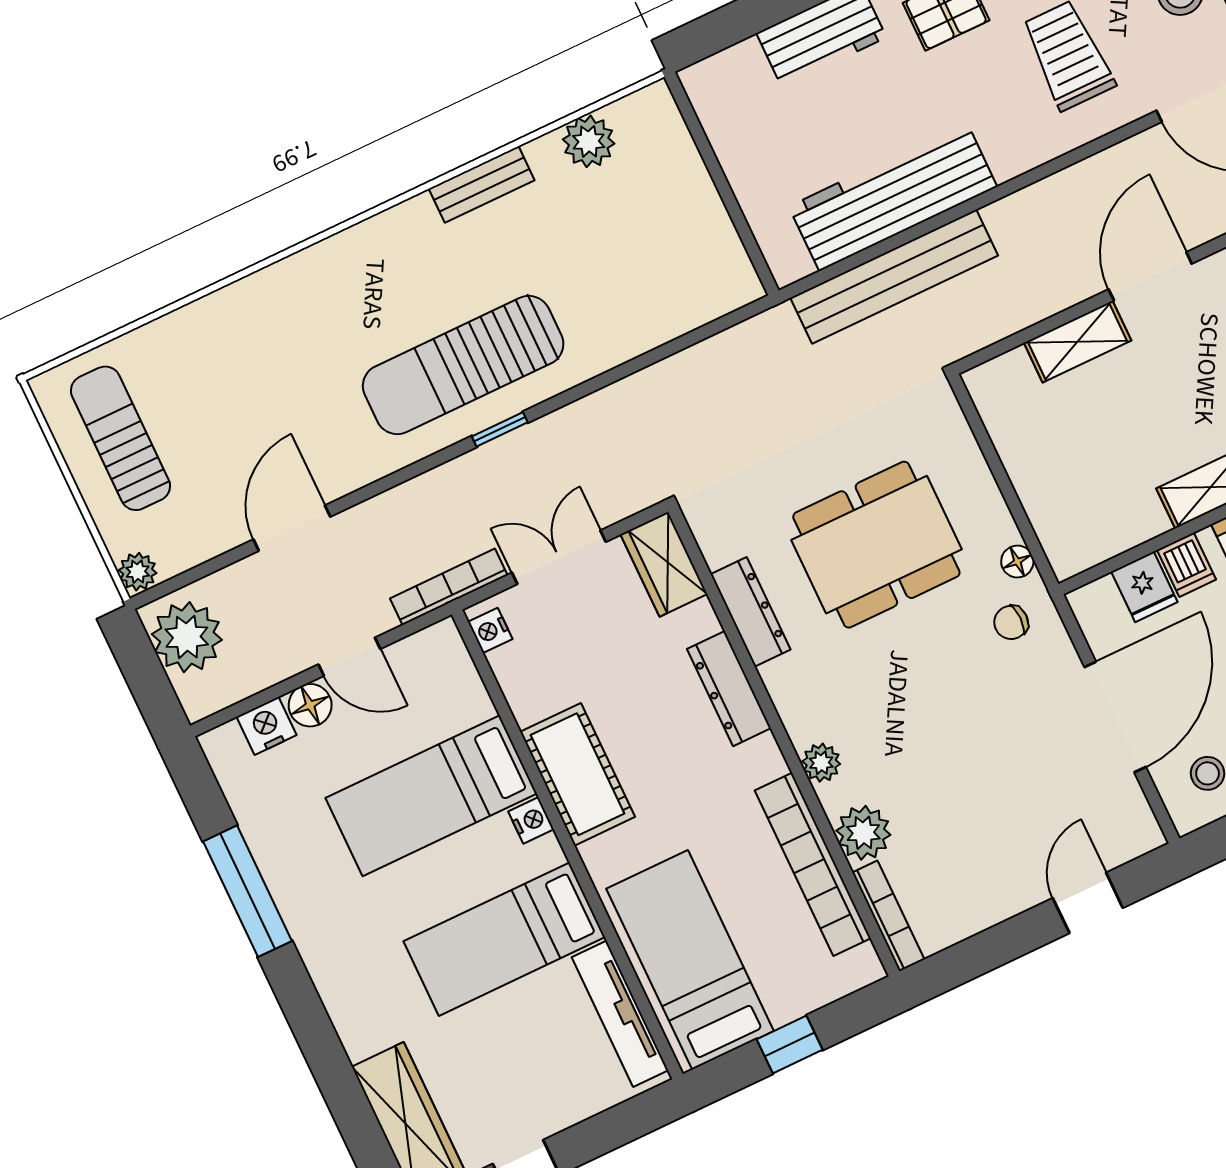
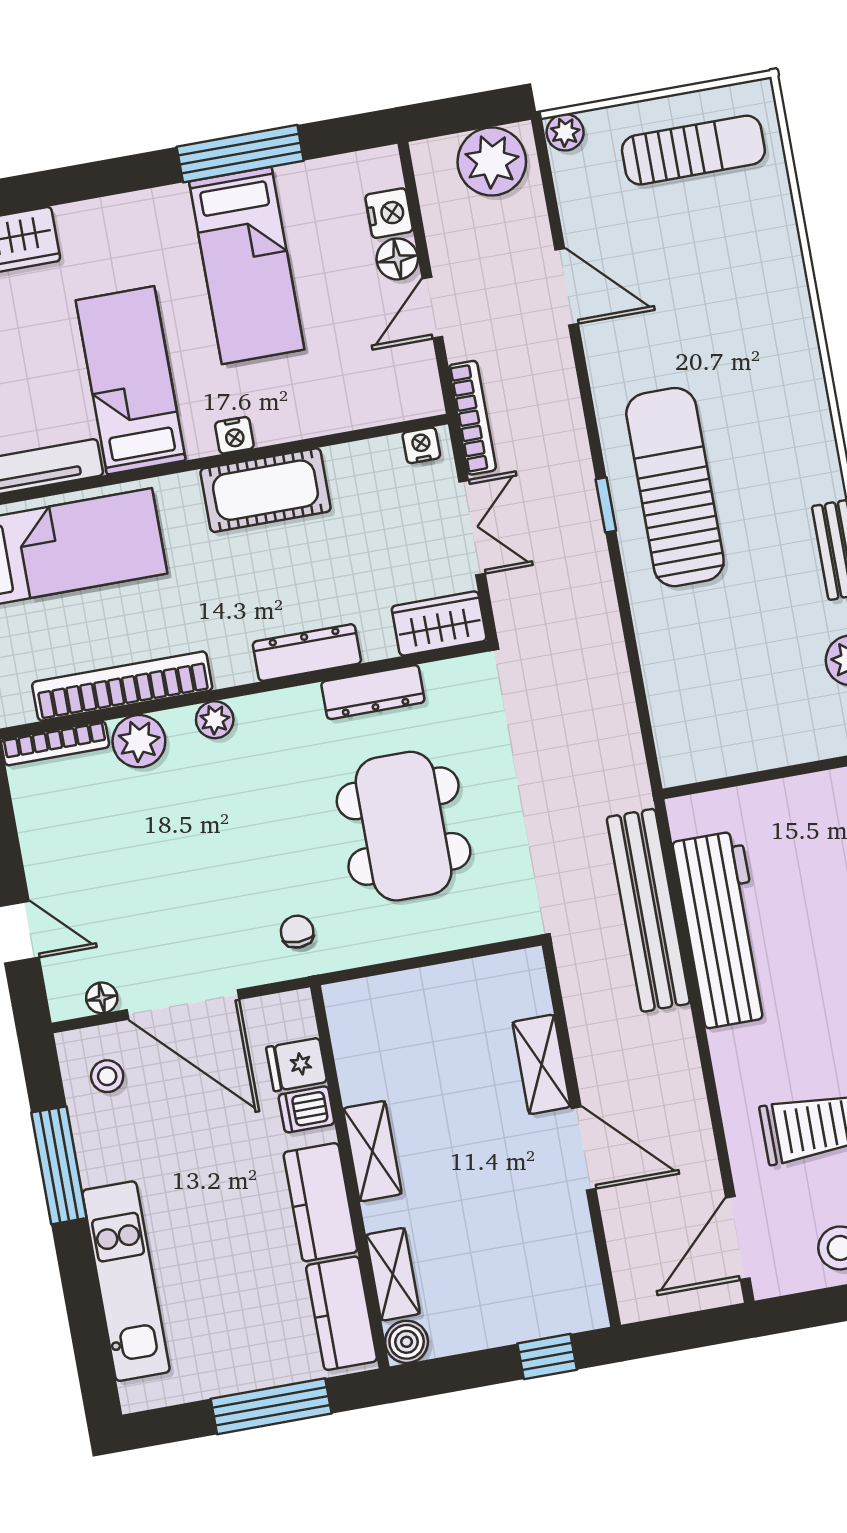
floor lamp: (1017, 562) -> (102, 998), moved
bed: (431, 796) -> (247, 265), moved, turned 180

